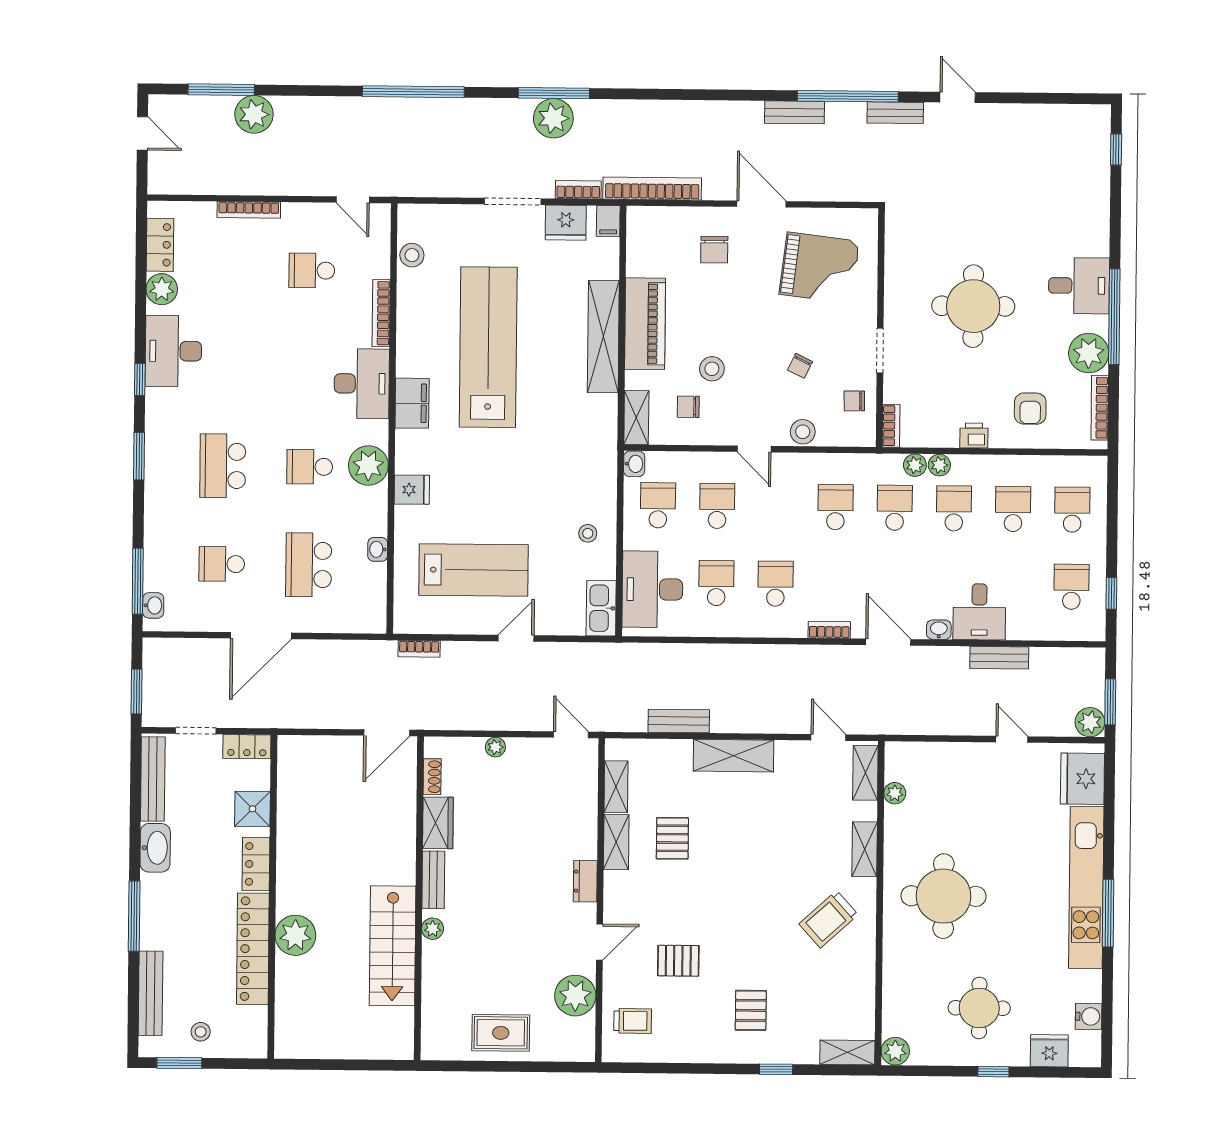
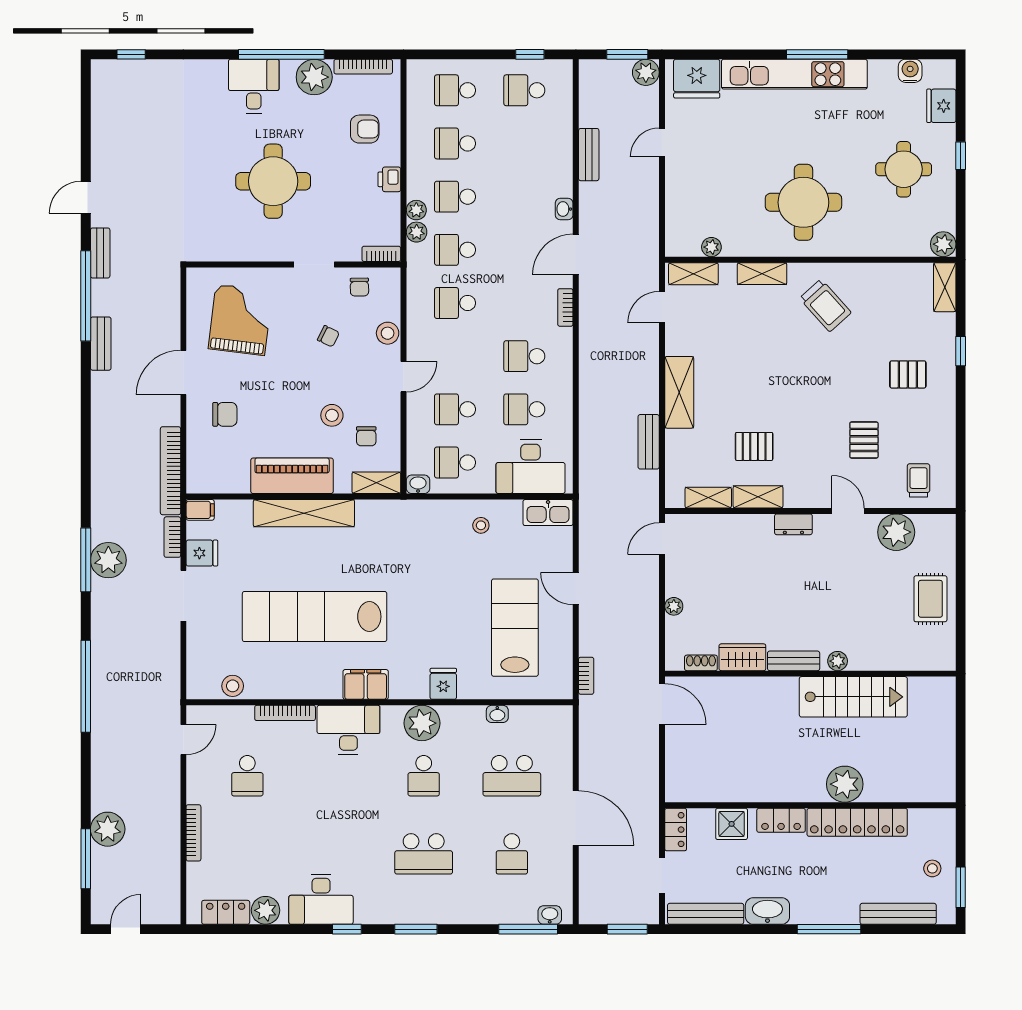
fridge: (566, 223) -> (202, 553), width x0.72
desk: (979, 612) -> (548, 173), removed

